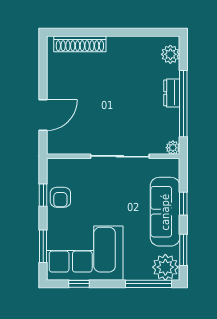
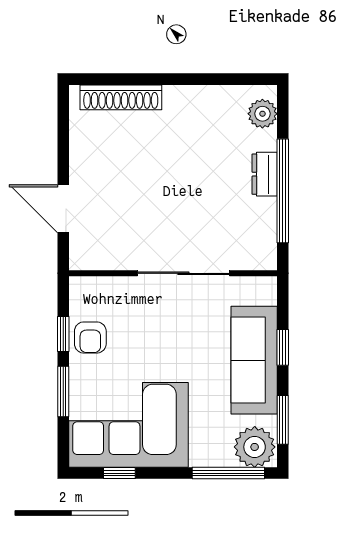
door: (43, 115) -> (63, 209), swing flipped
plant: (173, 148) -> (266, 260), removed
window: (43, 246) -> (63, 392), moved

